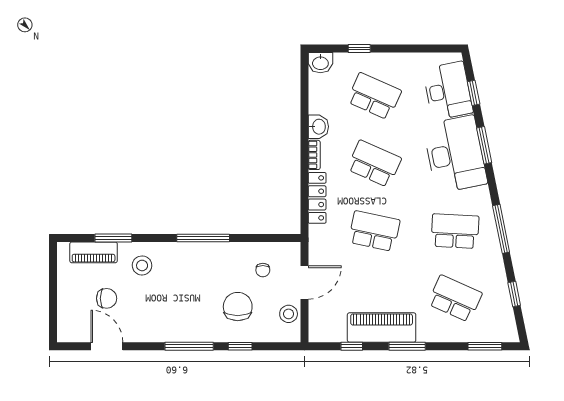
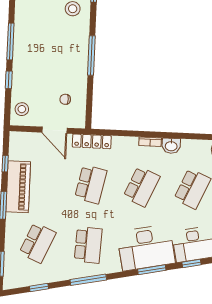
locker: (317, 198) -> (92, 141), moved
chair: (238, 307) -> (39, 79), removed
stool: (289, 314) -> (22, 109), moved

